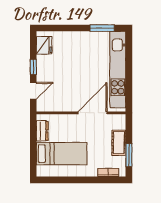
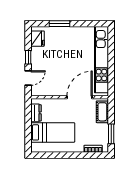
window: (102, 28) -> (59, 24), moved
cot: (119, 143) -> (102, 112), moved

